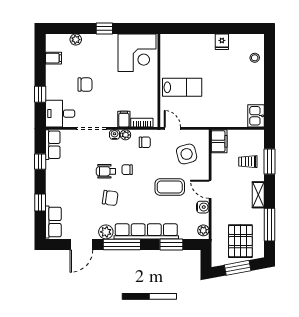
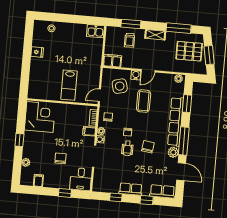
lab bench: (182, 87) -> (69, 85), turned 180
row of seats: (53, 145) -> (131, 189), moved
water cooler: (203, 207) -> (136, 75), moved

